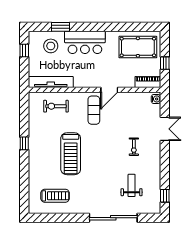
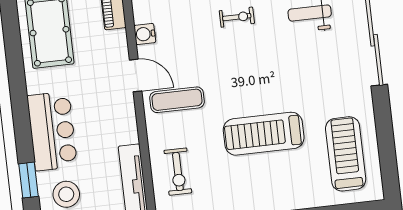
water cooler: (131, 97) -> (145, 34), added
treadmill: (71, 154) -> (264, 134), turned 180
treadmill: (55, 196) -> (346, 154), width x1.37, depth x1.38

